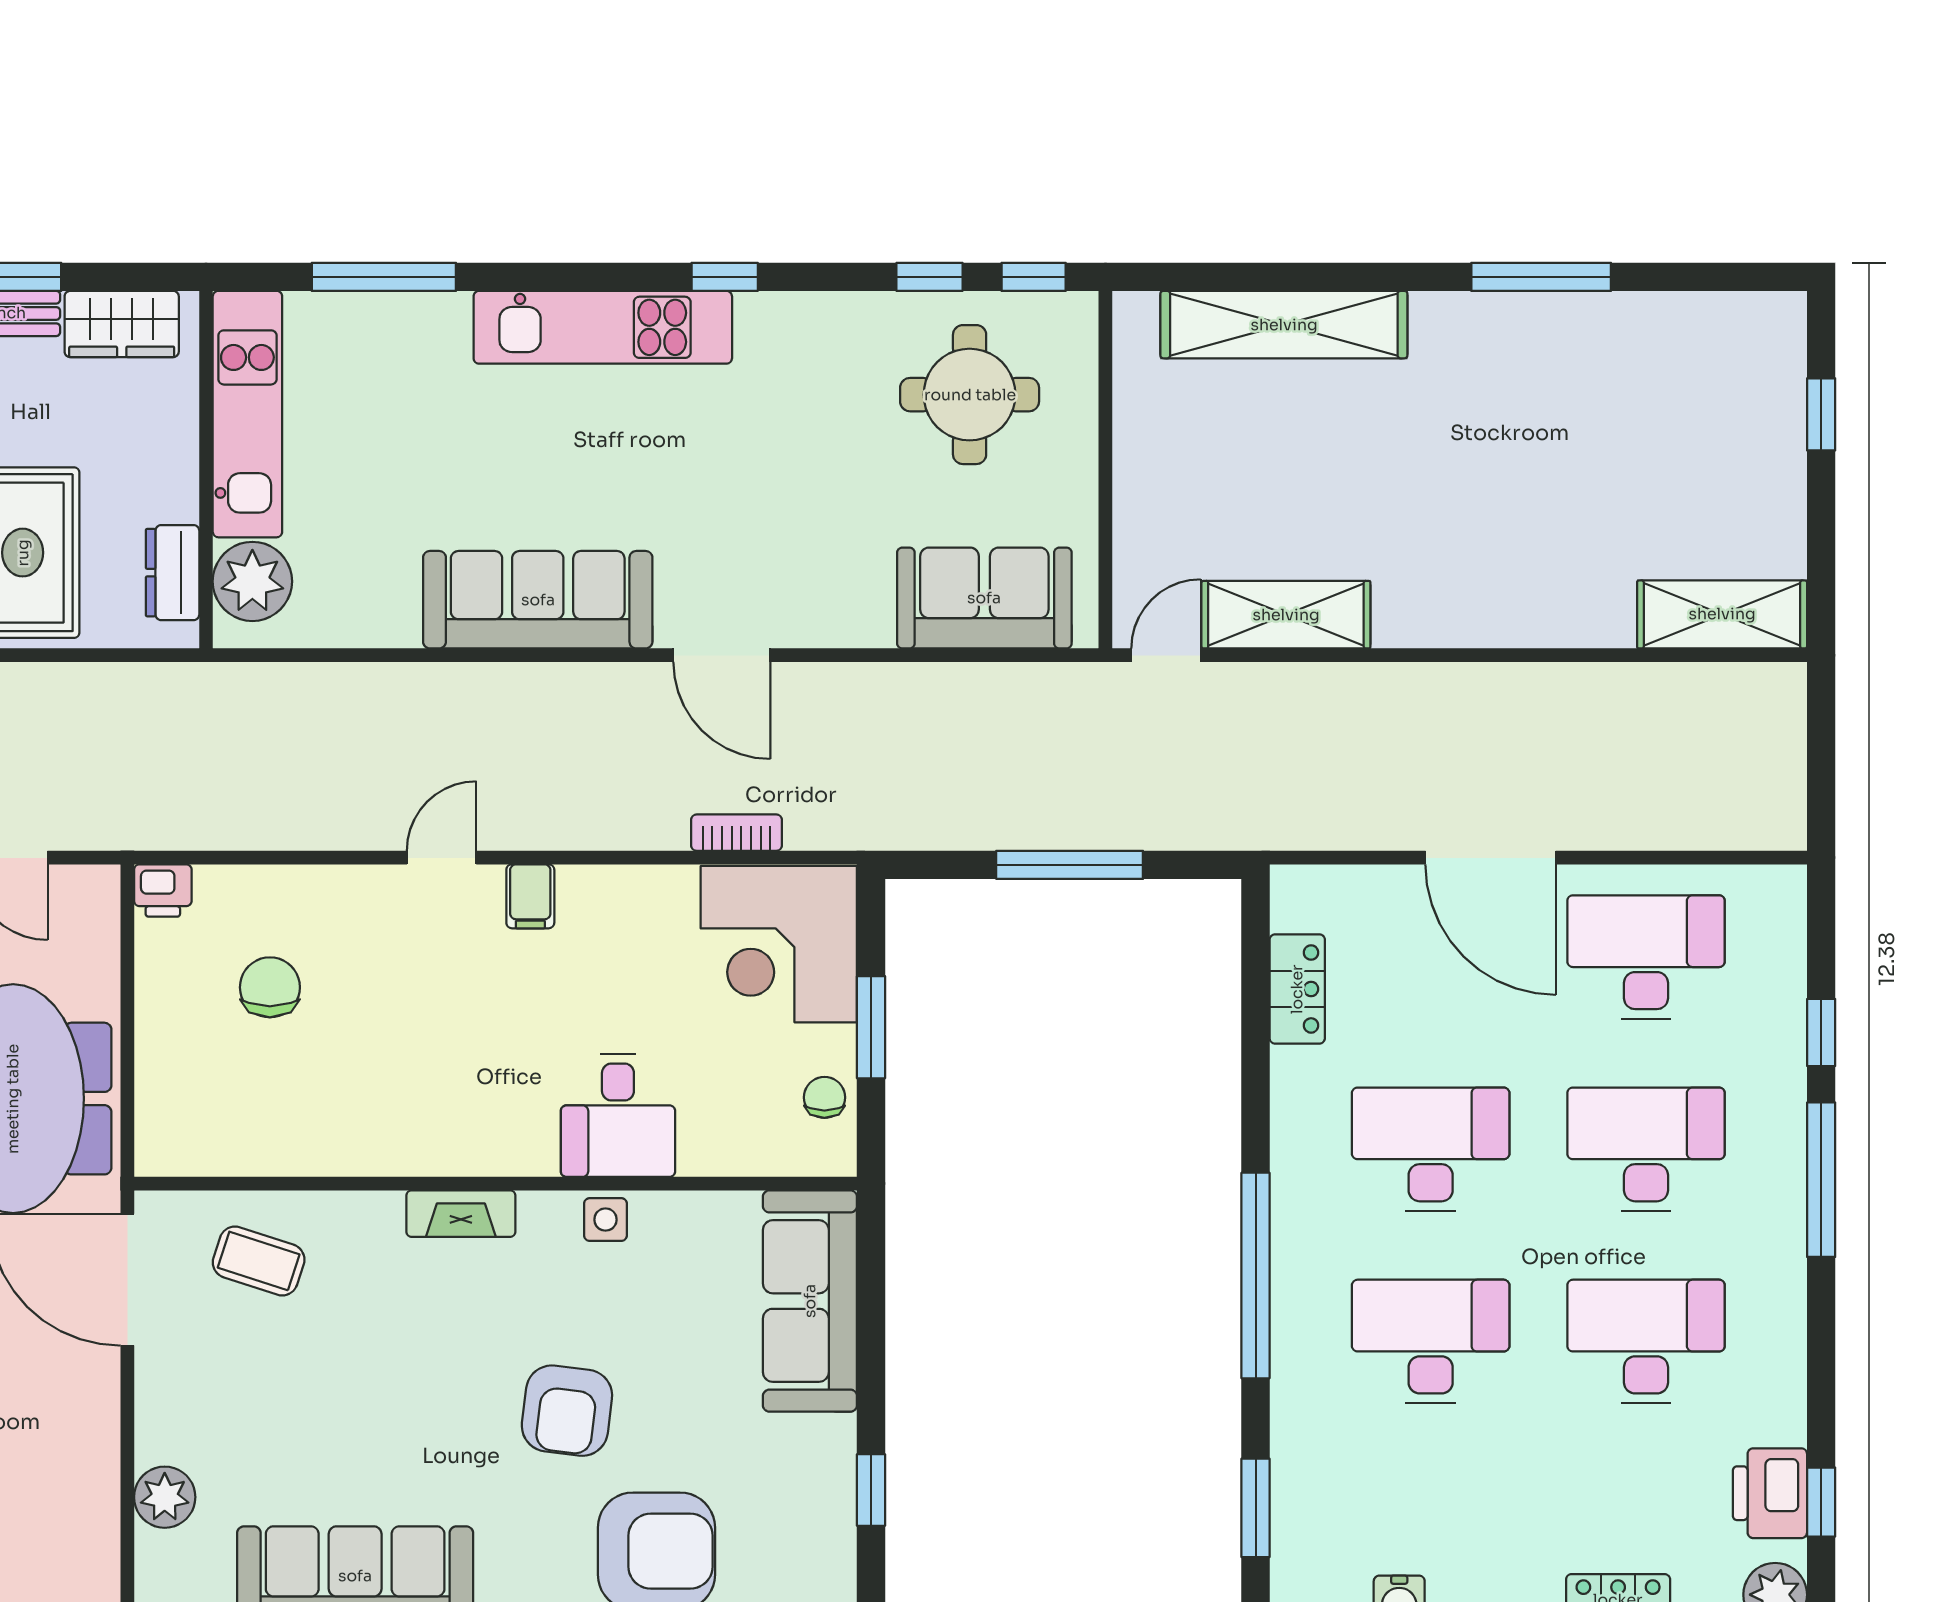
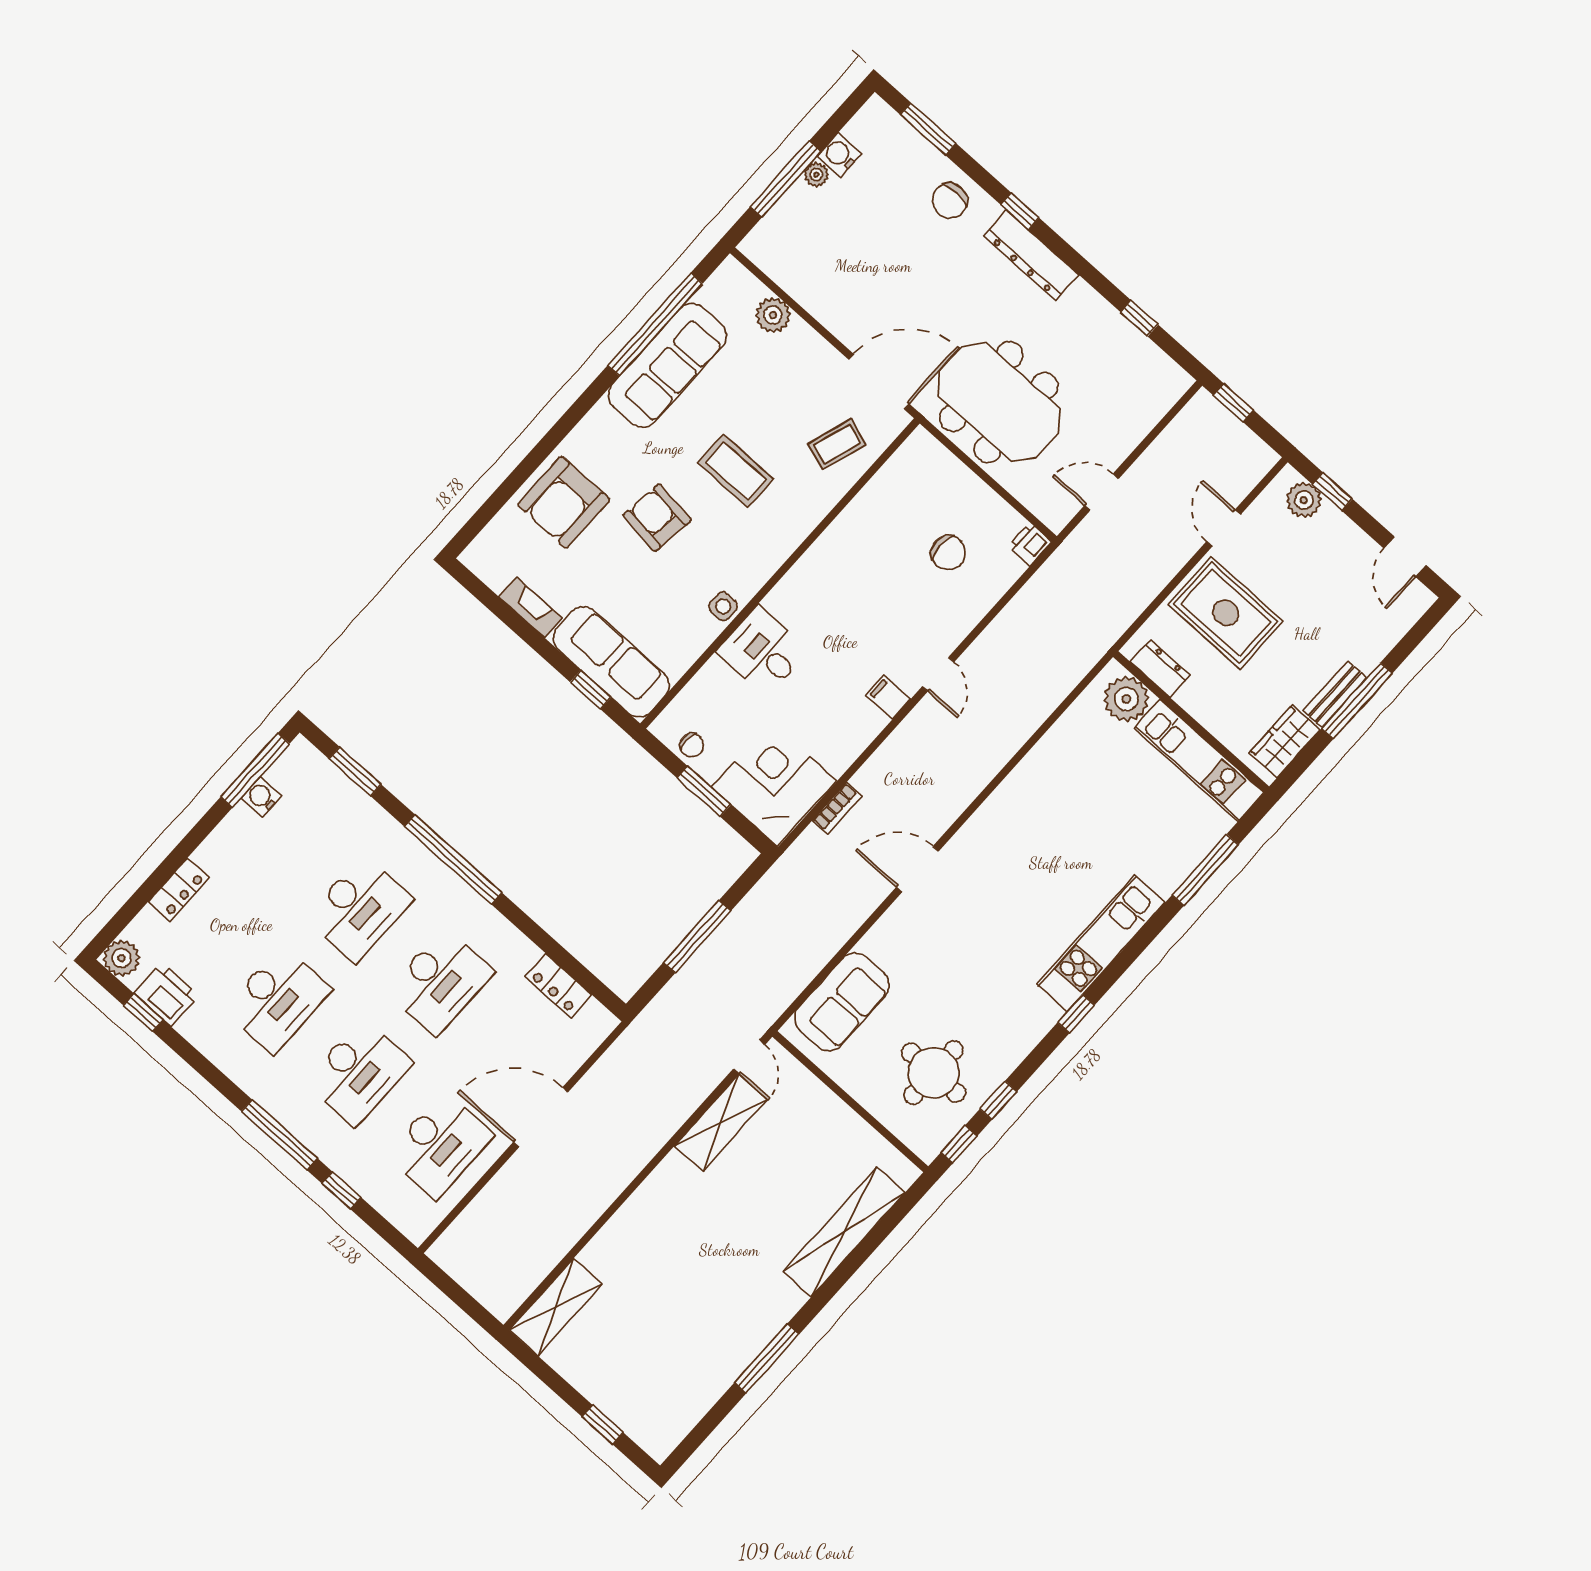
sofa: (538, 600) -> (1011, 813), removed
fireplace: (461, 1214) -> (531, 607), moved, turned 90
coffee table: (413, 1362) -> (736, 471), added
window: (871, 1490) -> (591, 690), moved

